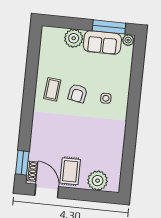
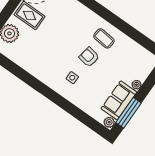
plant: (74, 38) -> (136, 85), width x0.53, depth x0.53

